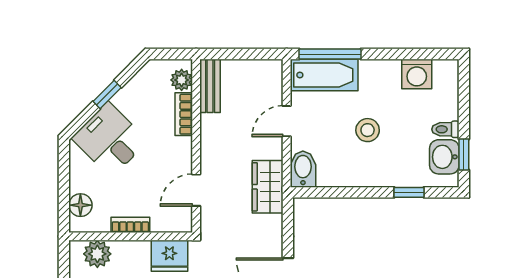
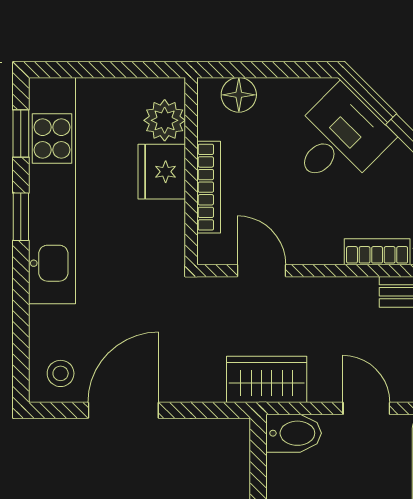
bookcase: (130, 225) -> (209, 187), width x1.56
fridge: (169, 256) -> (162, 172), moved

